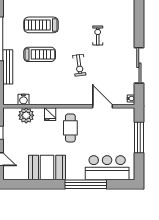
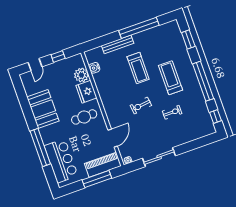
treadmill: (41, 25) -> (171, 78), moved
fridge: (50, 114) -> (86, 92), width x1.88, depth x1.34
piano: (126, 126) -> (103, 165), added

